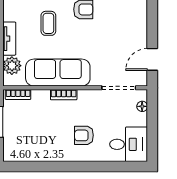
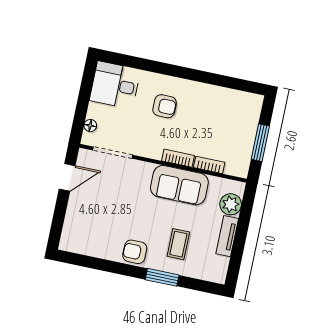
sofa: (58, 73) -> (179, 185), width x0.73
bookcase: (18, 94) -> (209, 165), moved

